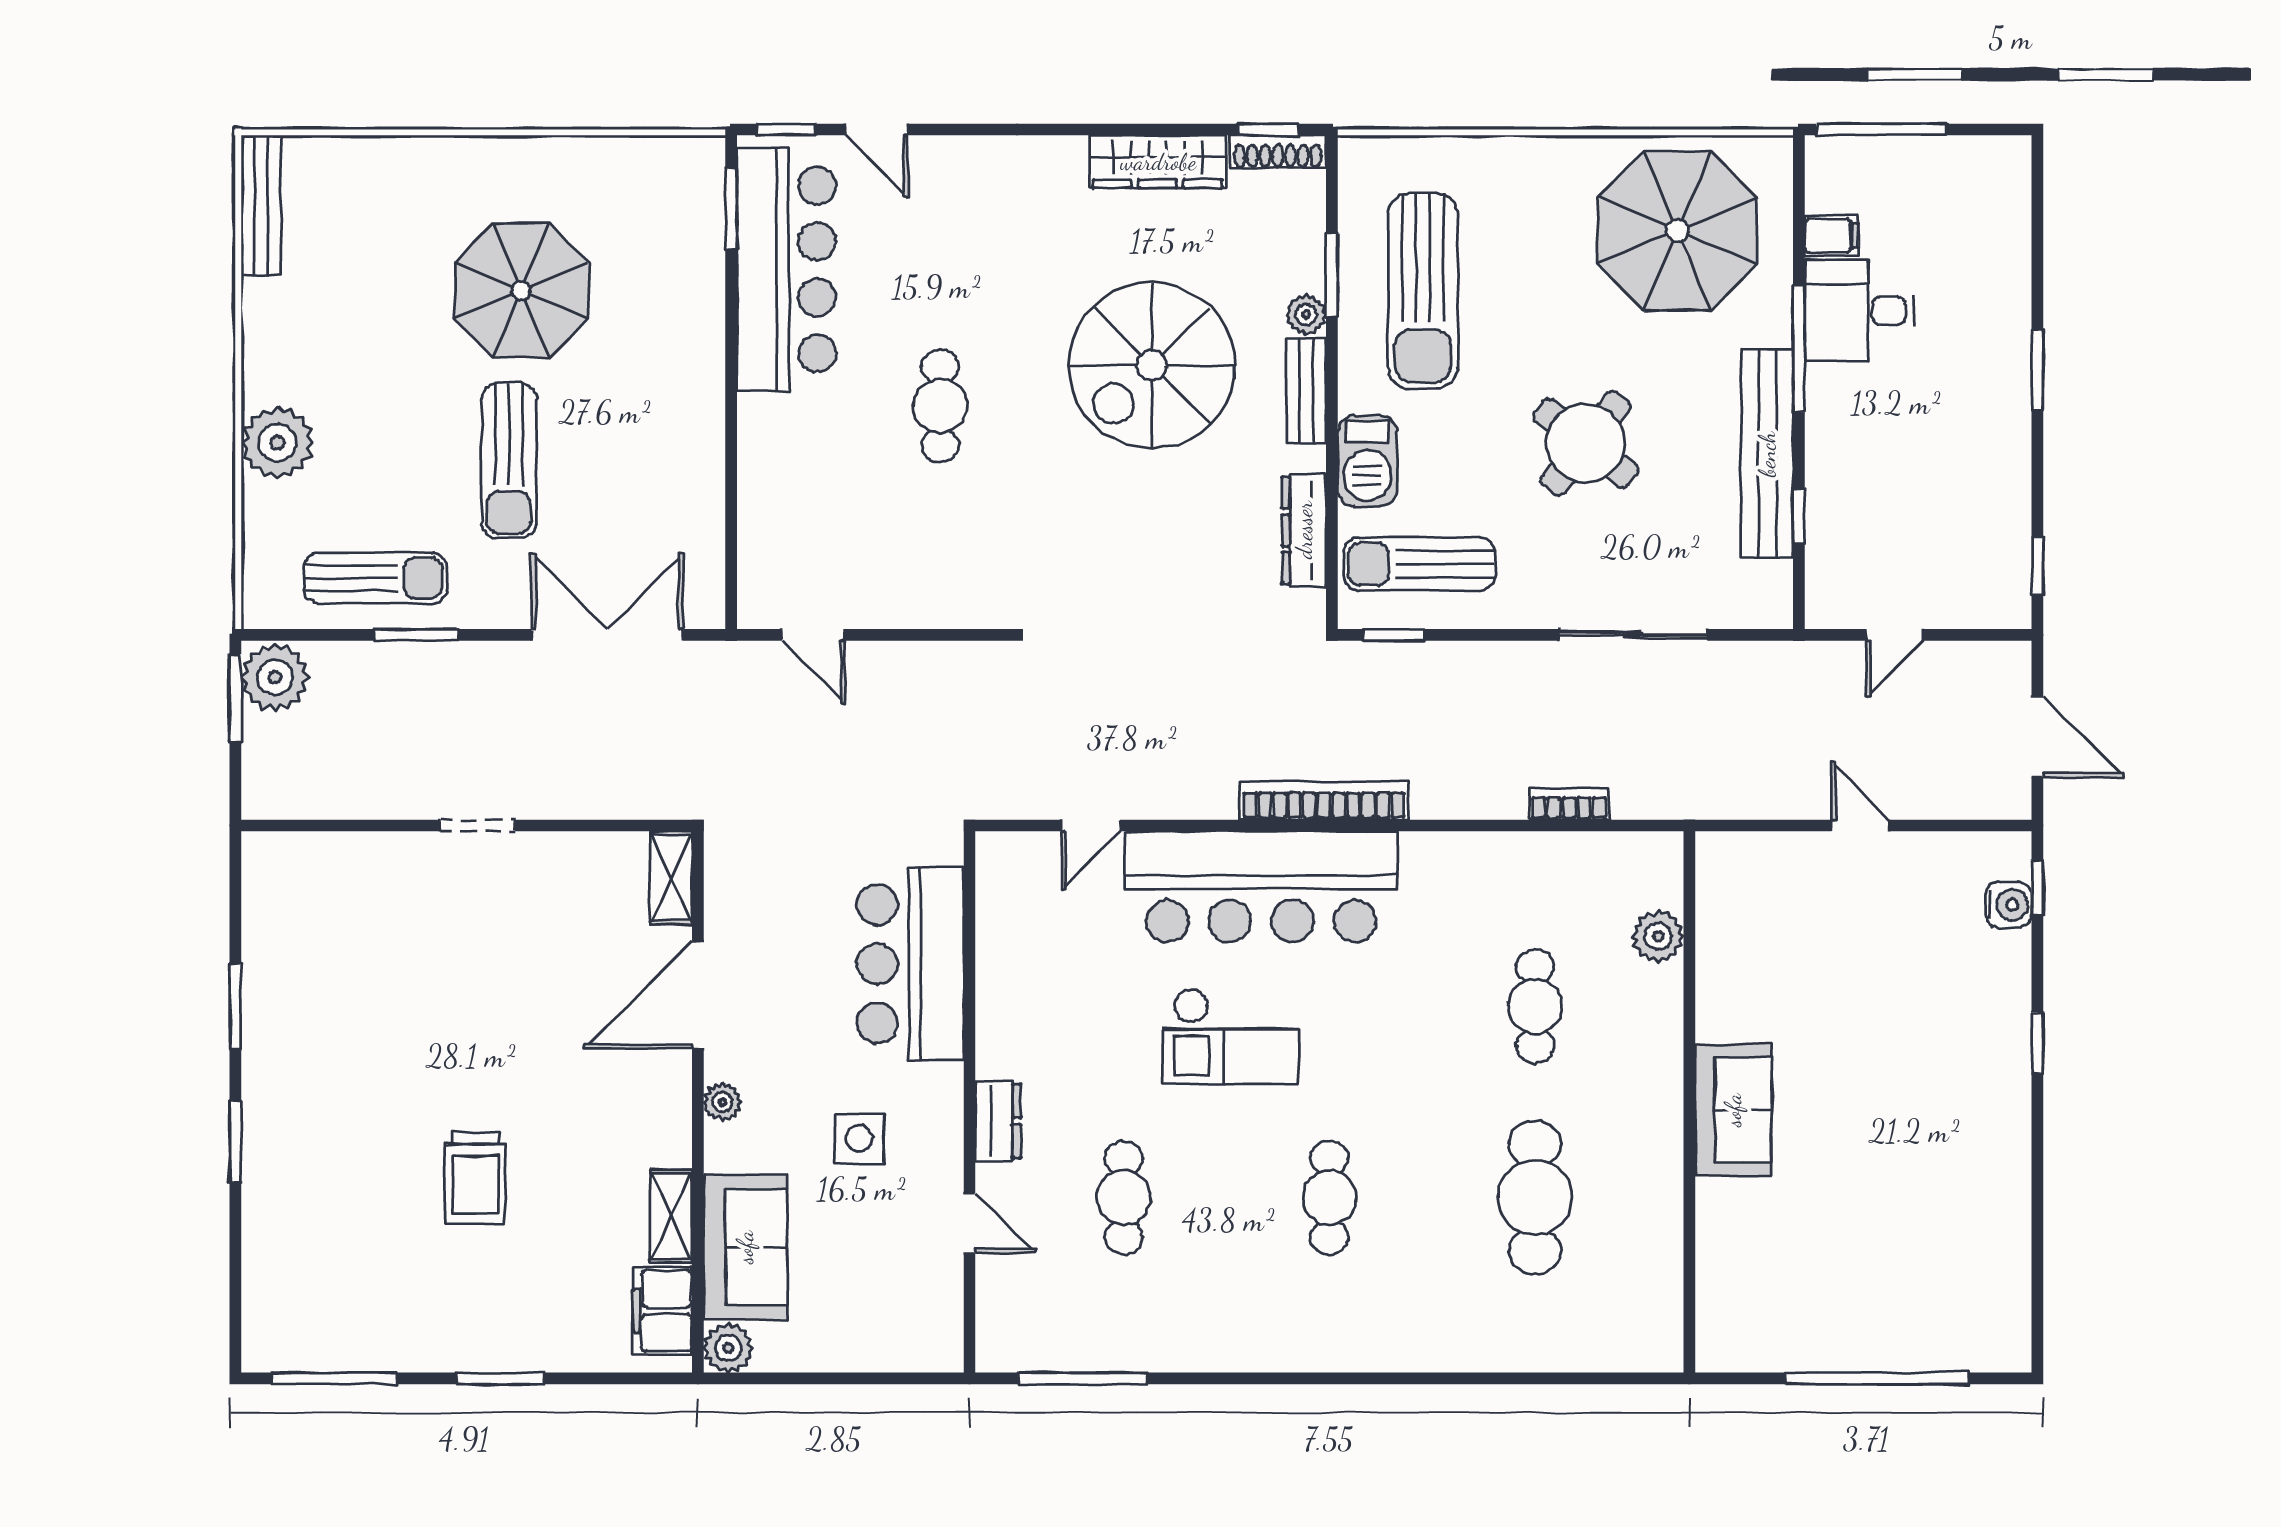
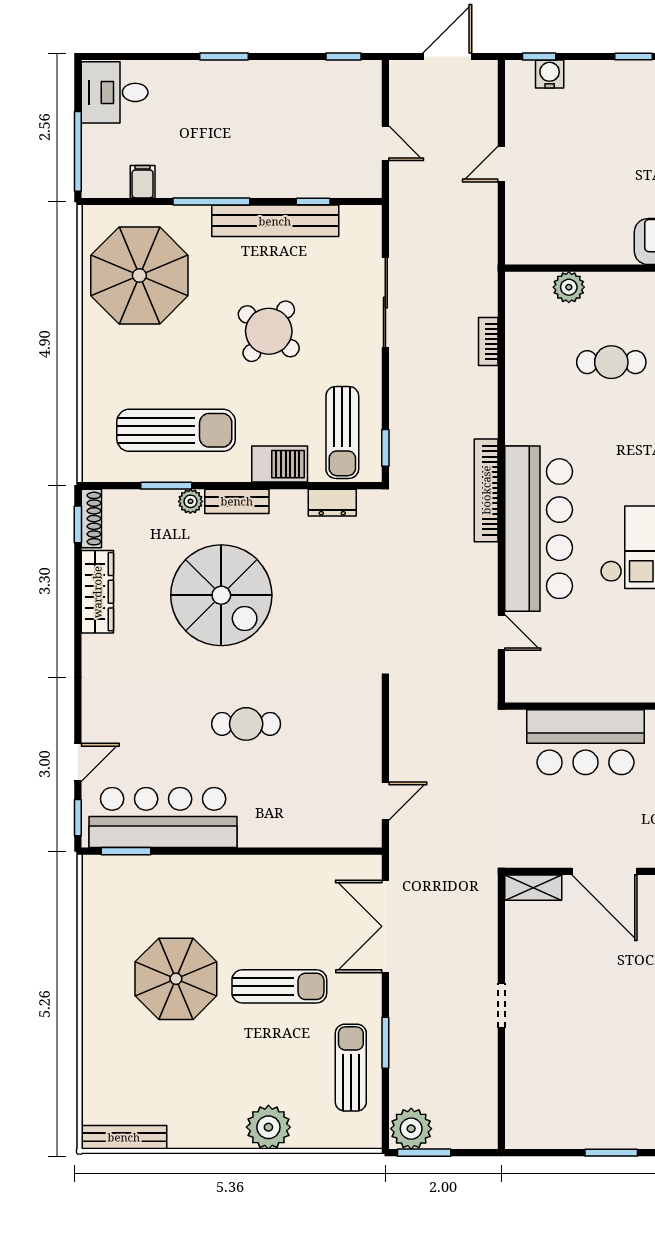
desk: (1859, 310) -> (115, 92), moved, turned 90
dresser: (1304, 530) -> (332, 503), width x0.70

